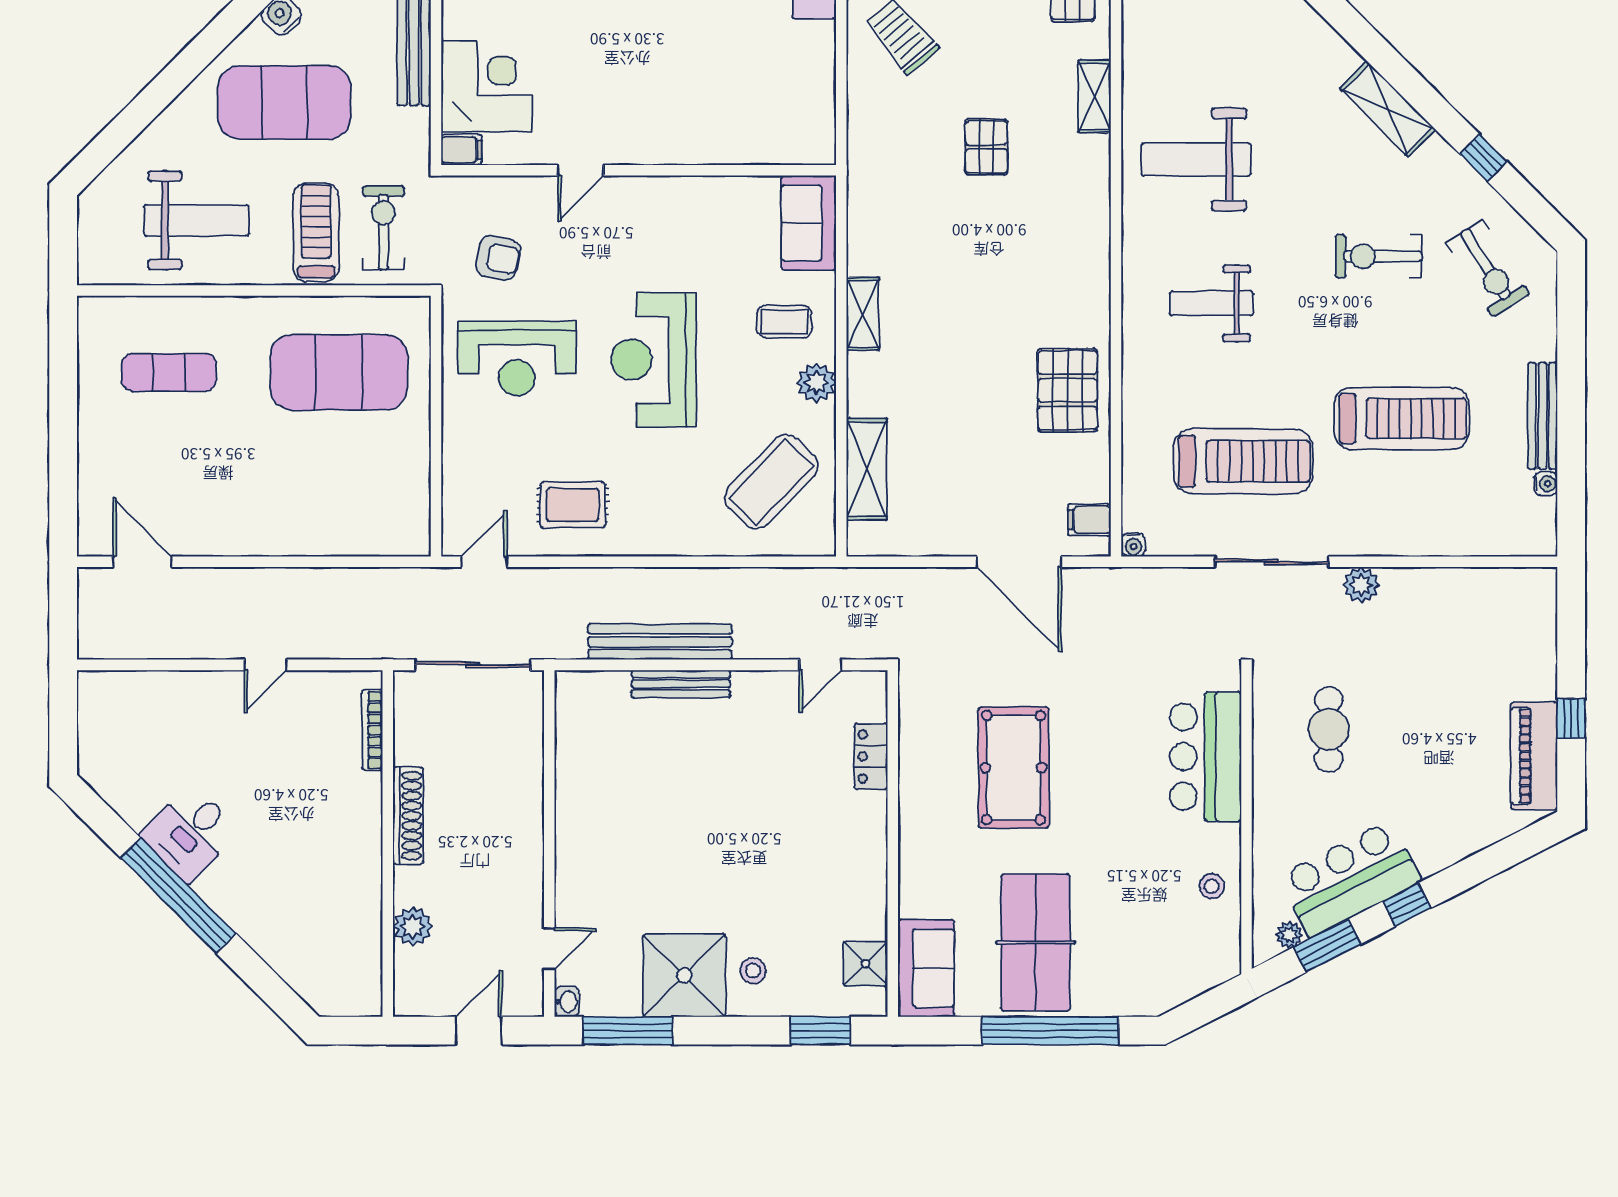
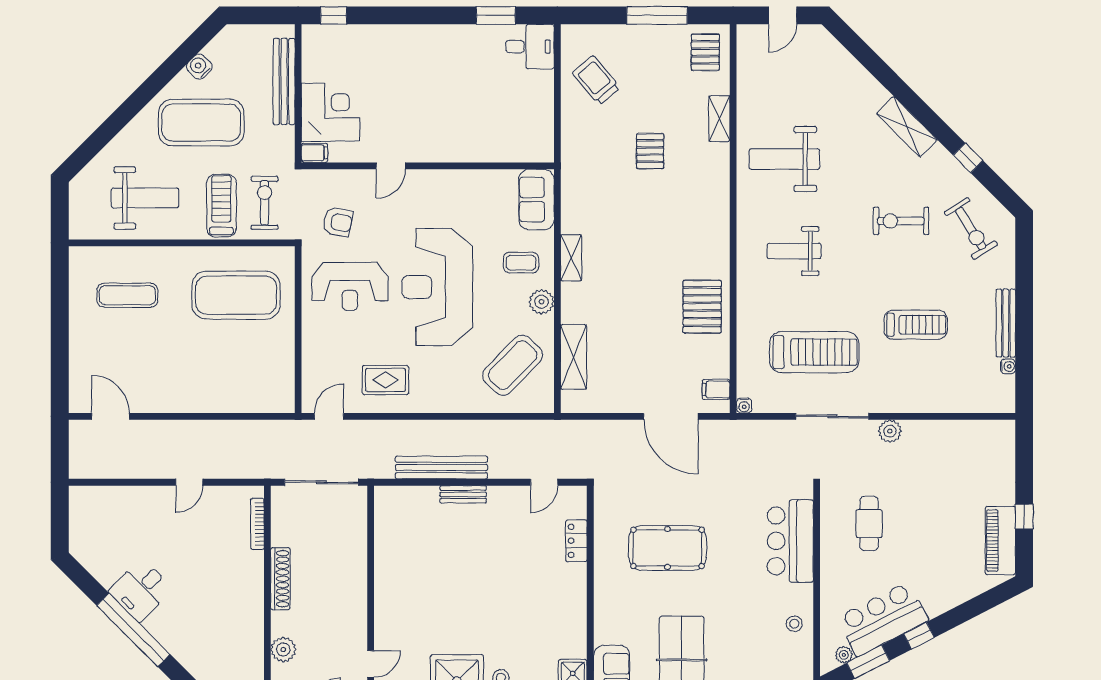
reception desk: (653, 360) -> (437, 287), width x1.36, depth x1.30
treadmill: (1401, 418) -> (916, 325), width x0.73, depth x0.73
bench: (681, 684) -> (463, 494), width x0.73
pool table: (1014, 768) -> (668, 548), turned 90

